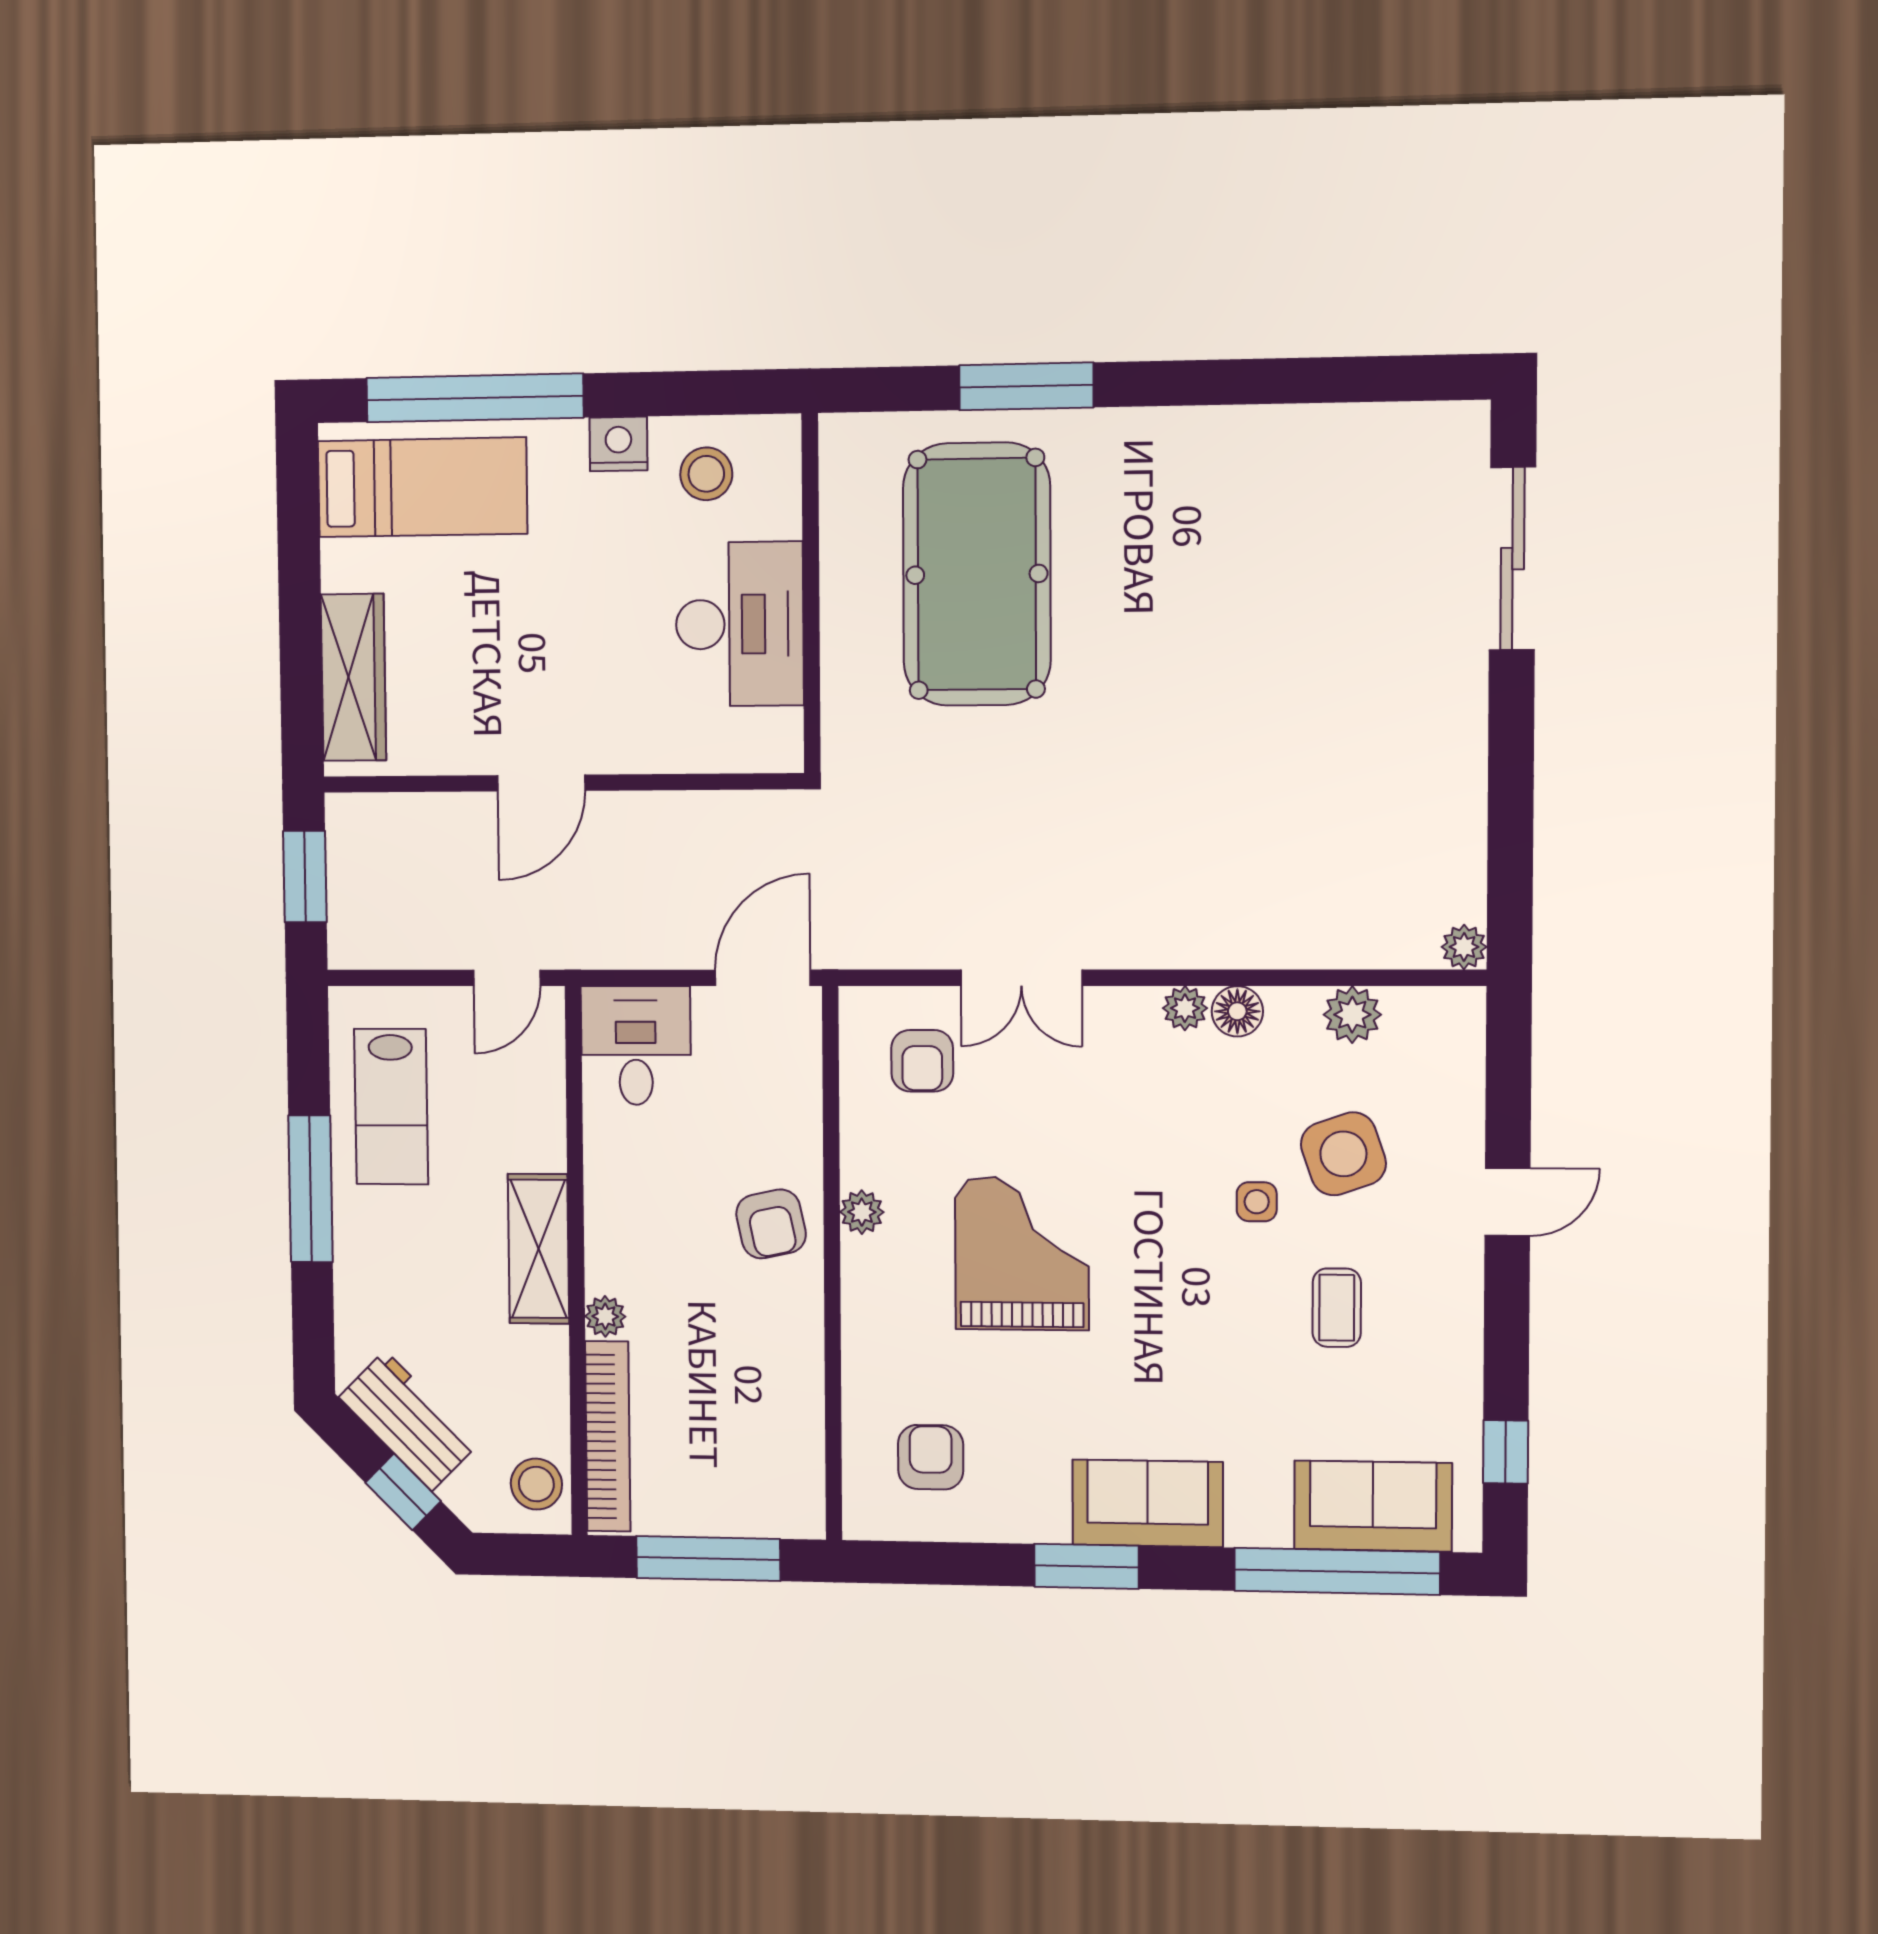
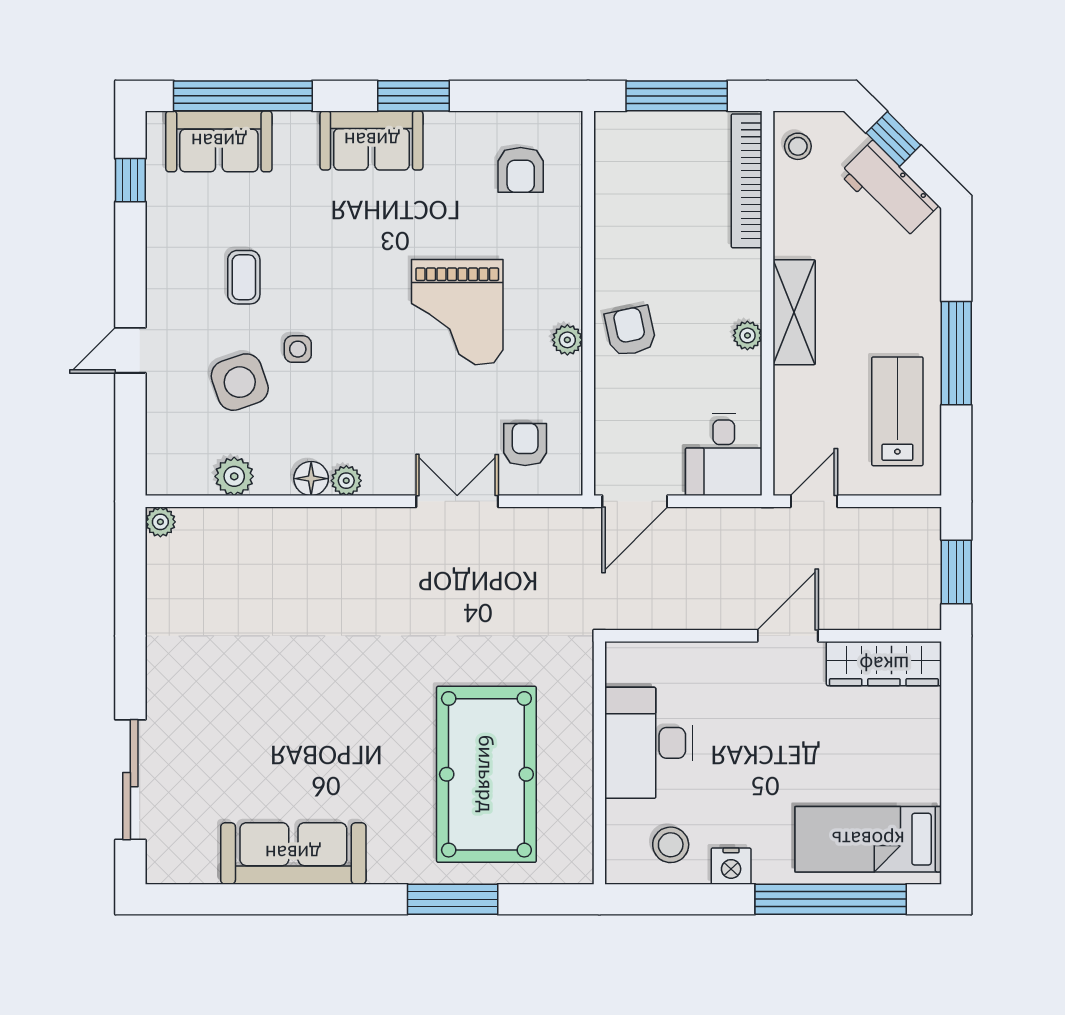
sofa: (1265, 451) -> (293, 853), added
wardrobe: (353, 677) -> (884, 664), moved, turned -90
plant: (605, 1316) -> (747, 335), moved
stool: (536, 1484) -> (798, 146), width x0.73, depth x0.73

